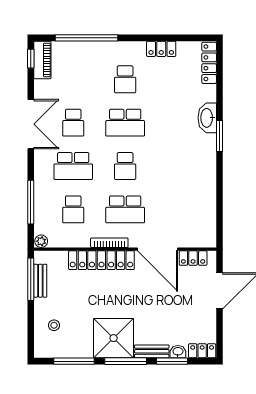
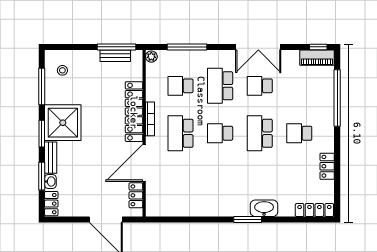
stool: (54, 325) -> (62, 70), moved
window: (126, 361) -> (42, 134), width x0.69

